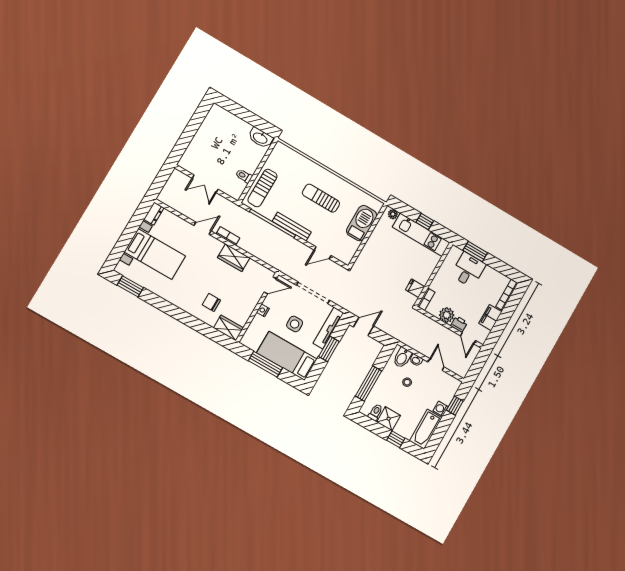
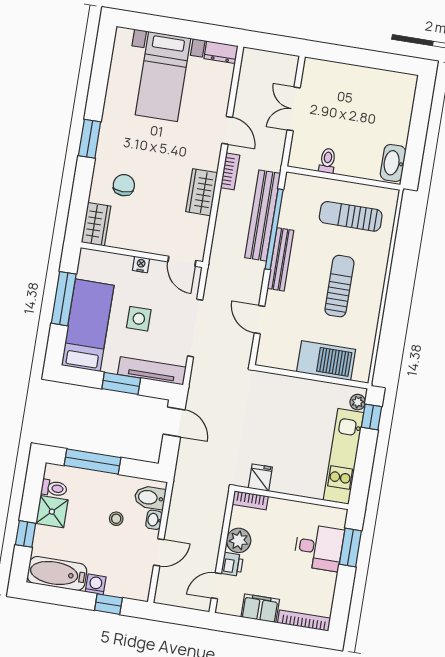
sun lounger: (262, 188) -> (351, 216), moved
window: (425, 222) -> (372, 417), moved
bench: (262, 227) -> (263, 215), added
window: (130, 286) -> (90, 139), moved

